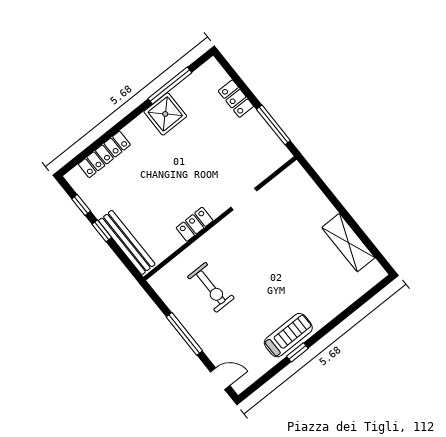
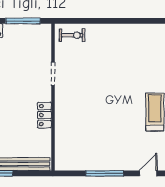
shelving: (348, 243) -> (128, 32), removed
exercise bike: (211, 287) -> (72, 35), moved, width x0.73, depth x0.72

